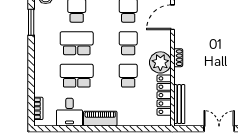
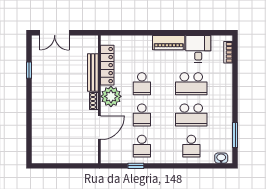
door: (172, 17) -> (99, 128), moved
bench: (179, 104) -> (93, 72), moved

